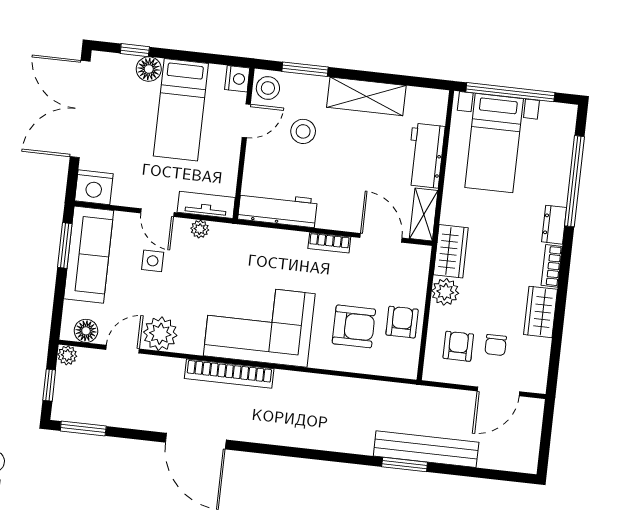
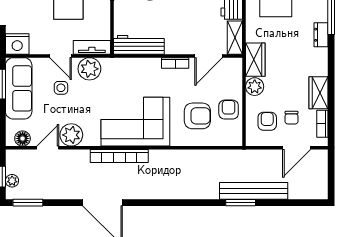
plant: (200, 229) -> (89, 69), width x1.88, depth x1.88
door: (381, 238) -> (209, 56), swing flipped
bookcase: (552, 266) -> (322, 124), moved
plant: (67, 355) -> (12, 181), moved

